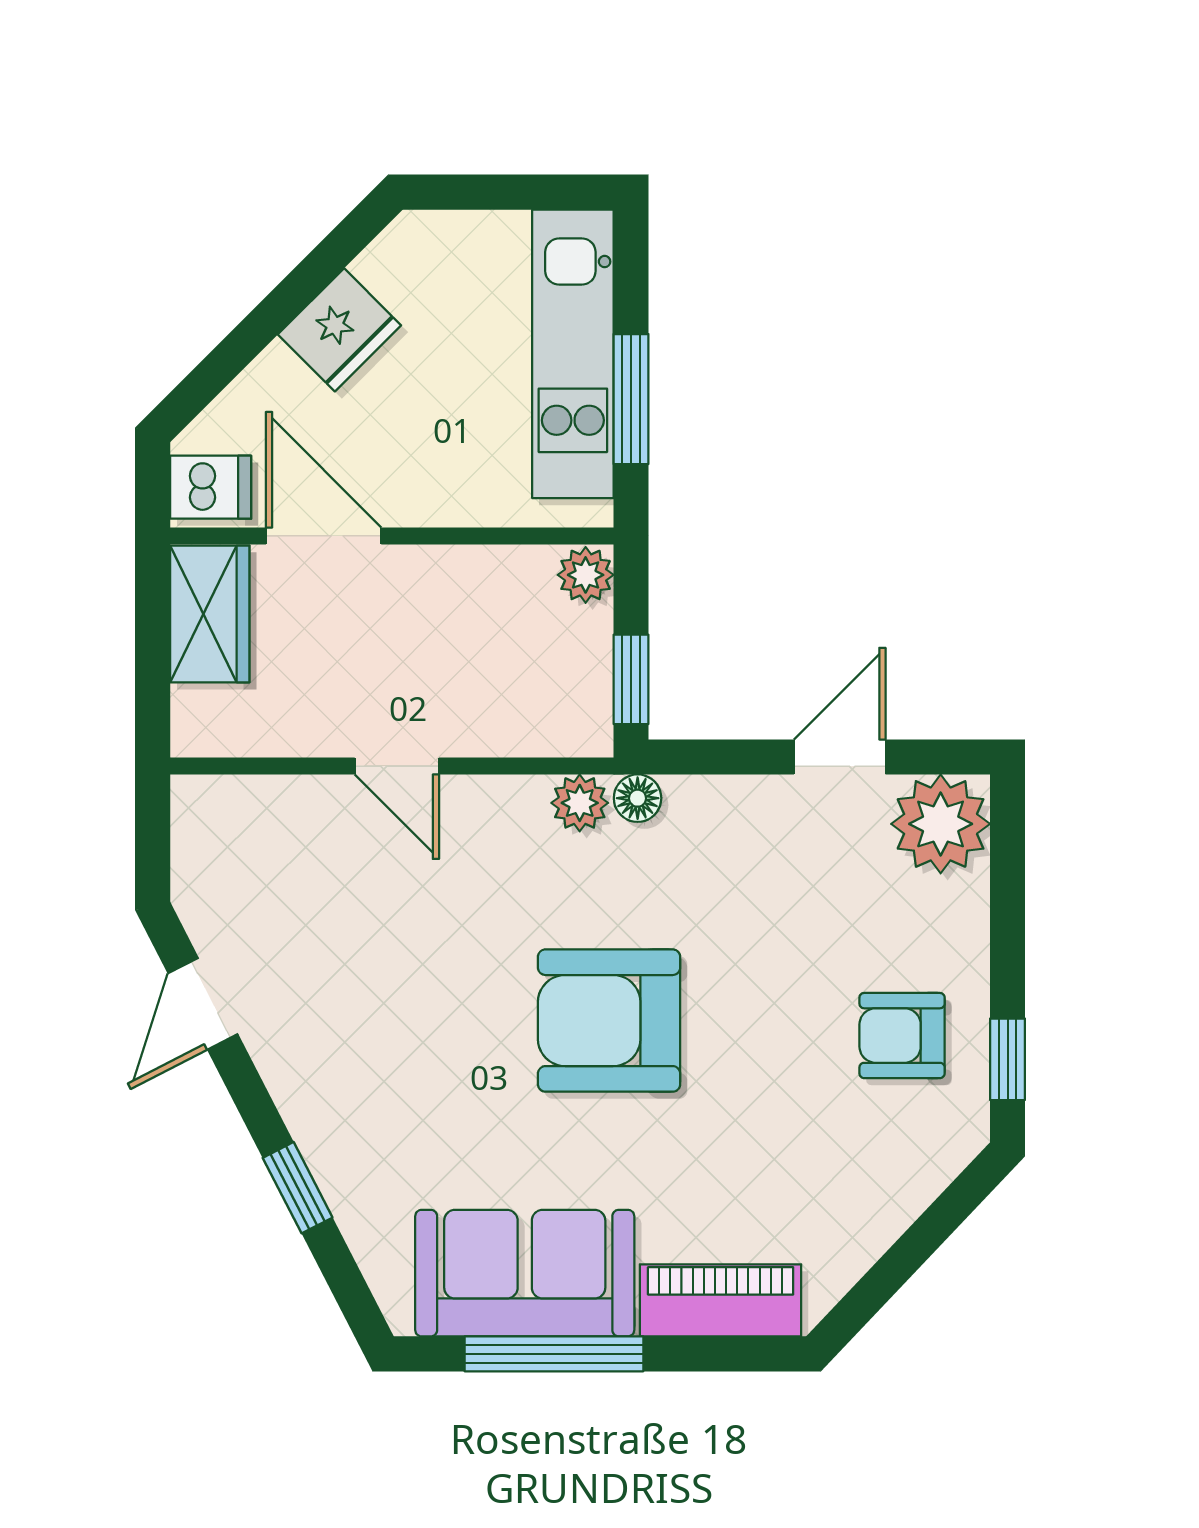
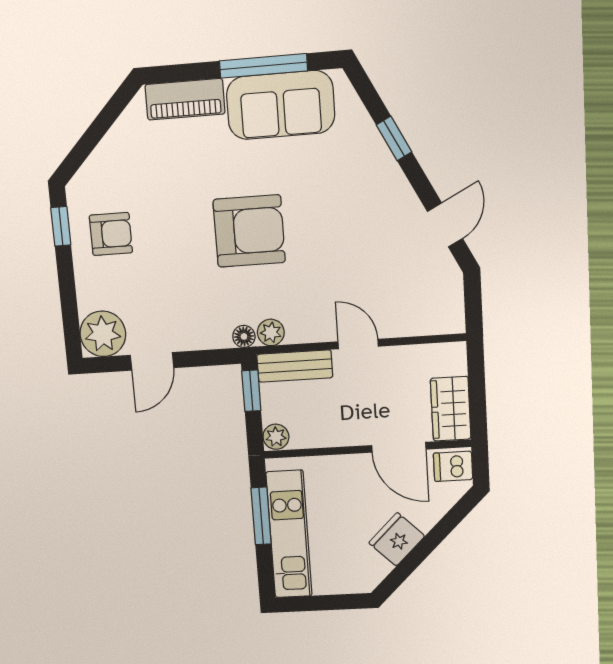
bench: (534, 727) -> (295, 366), added

